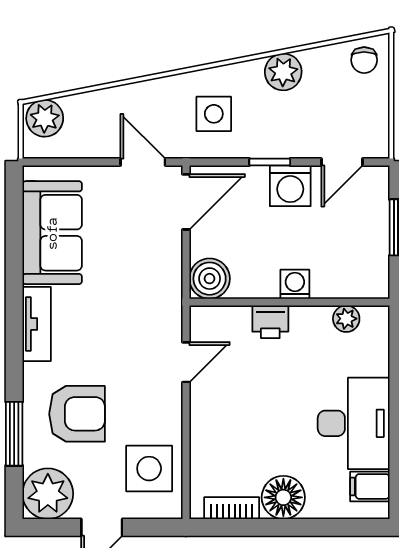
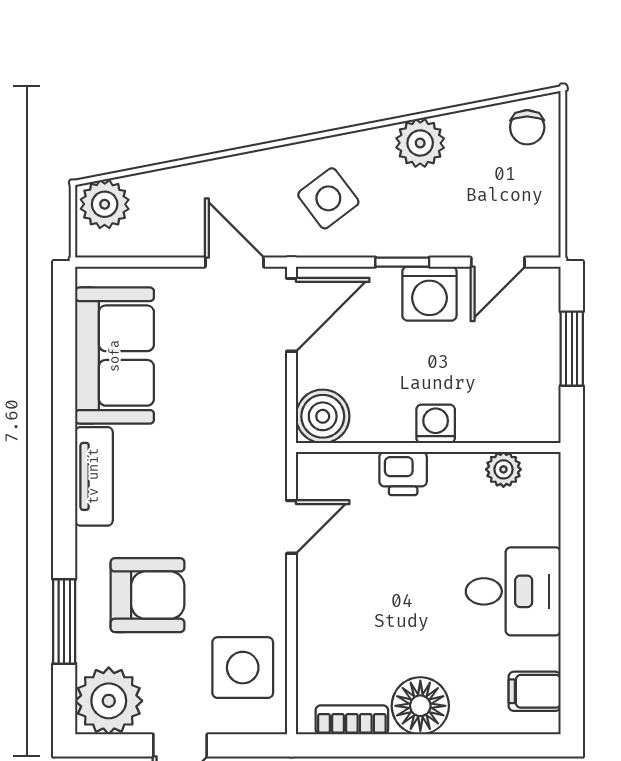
side table: (214, 114) -> (328, 198), turned -37
desk: (354, 423) -> (513, 591), width x0.73

